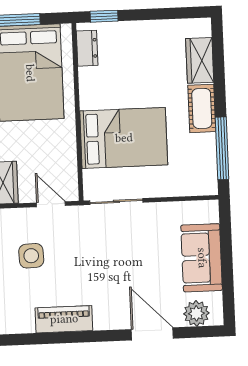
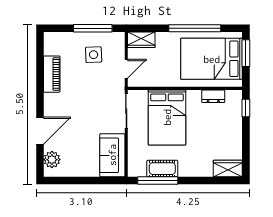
dresser: (87, 48) -> (213, 96), moved
wardrobe: (200, 60) -> (228, 169), moved
cot: (202, 108) -> (162, 169), moved
sofa: (202, 258) -> (112, 155), moved, turned -90

